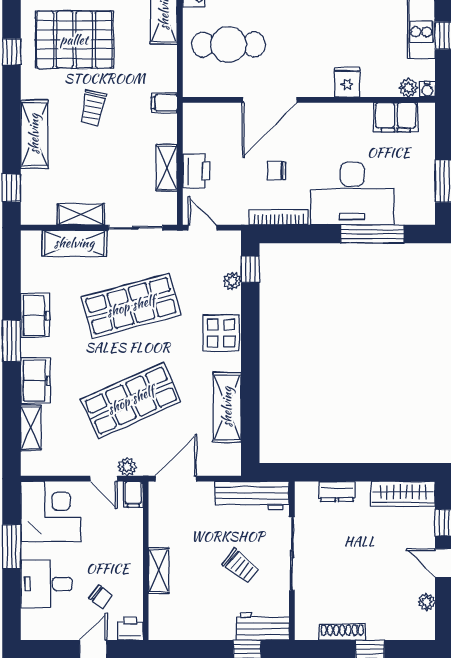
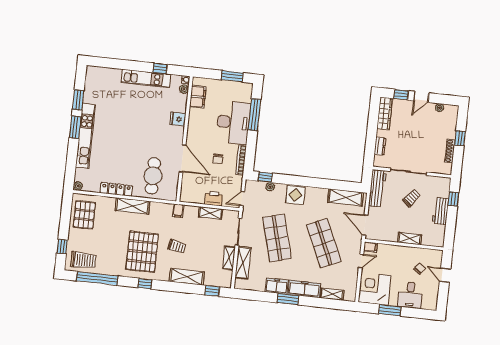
freezer: (36, 380) -> (304, 289), width x1.40
shelving: (227, 407) -> (346, 197), moved
plant: (127, 467) -> (356, 249), removed
workbench: (263, 627) -> (441, 211), moved
printer: (130, 629) -> (437, 256), removed

